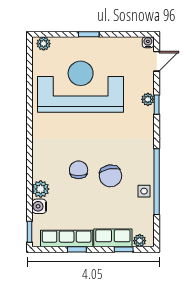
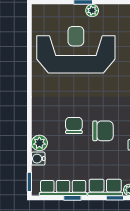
plant: (44, 44) -> (92, 11), moved
chair: (110, 176) -> (103, 131), turned -80

